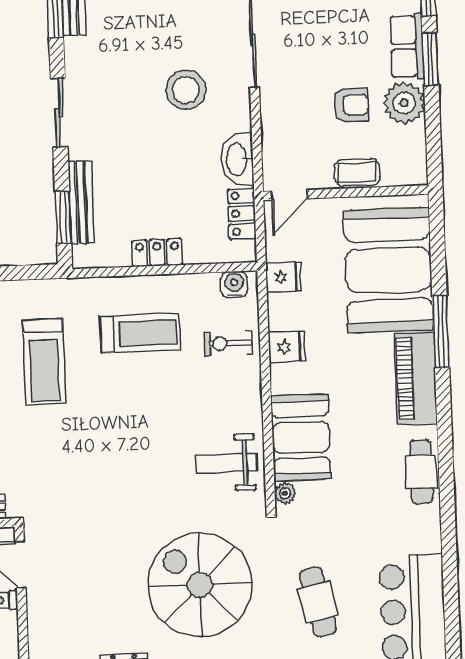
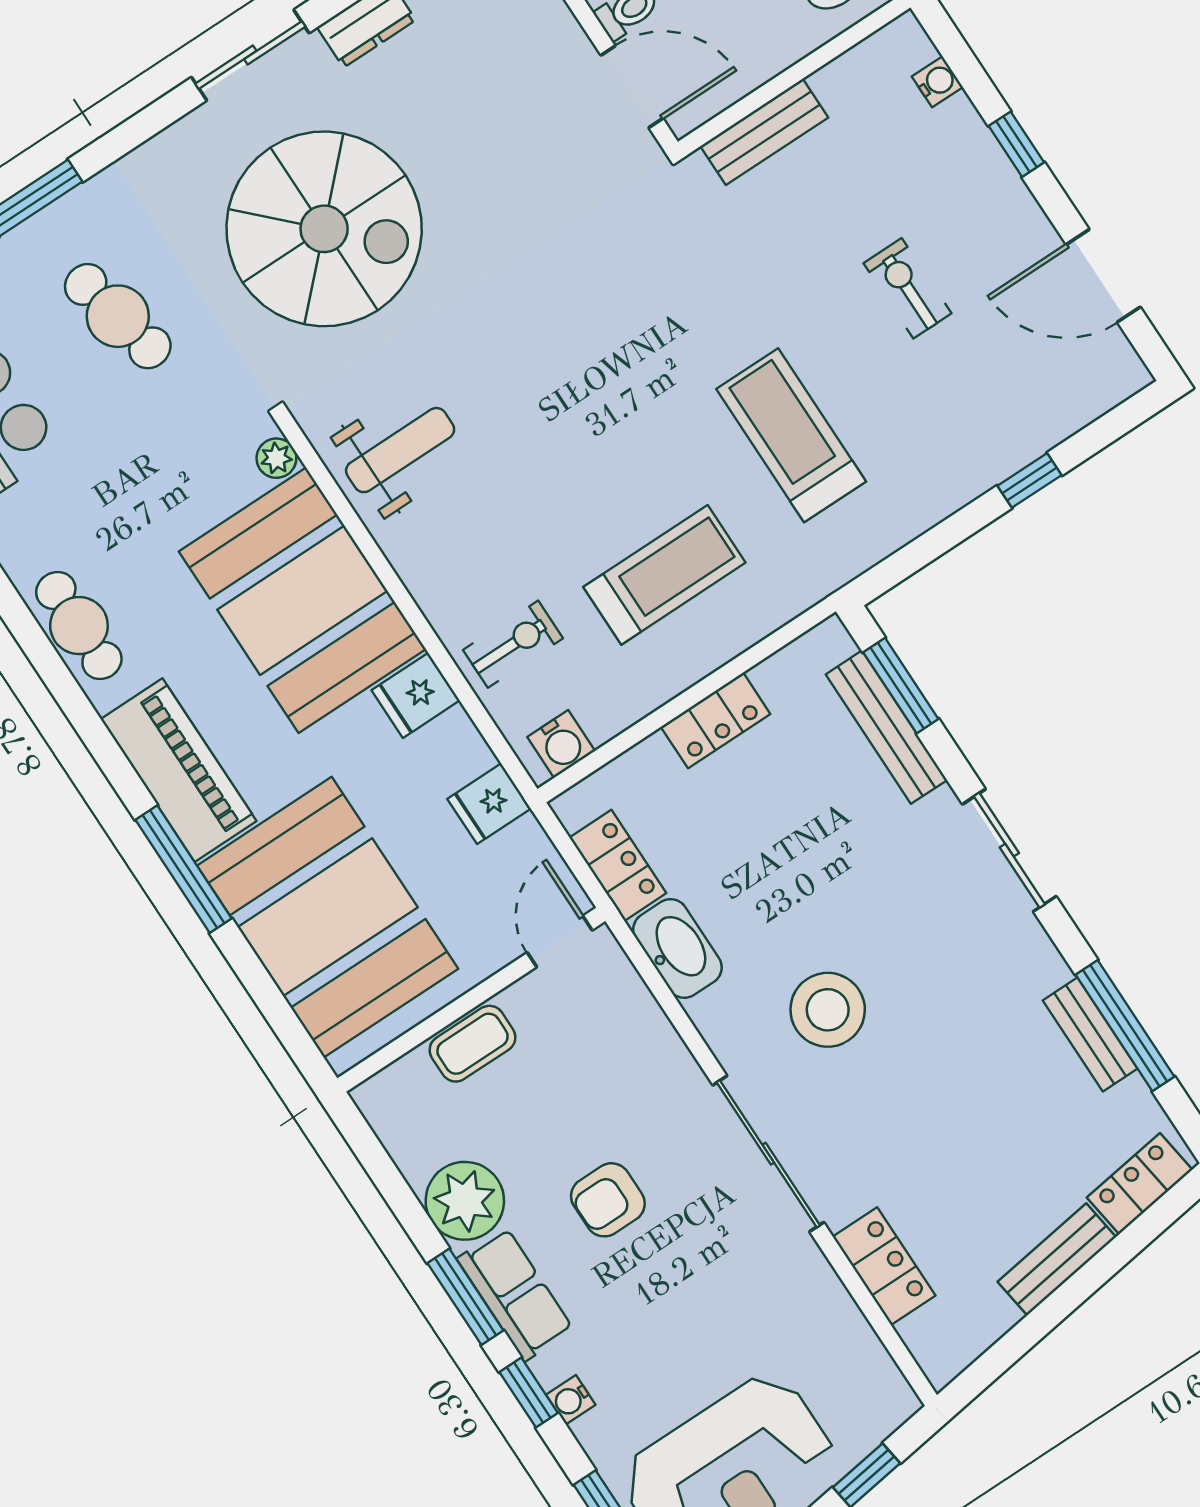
armchair: (351, 105) -> (608, 1200), moved
treadmill: (140, 333) -> (664, 575), turned 180
booth: (301, 437) -> (302, 600), width x1.36, depth x1.42

